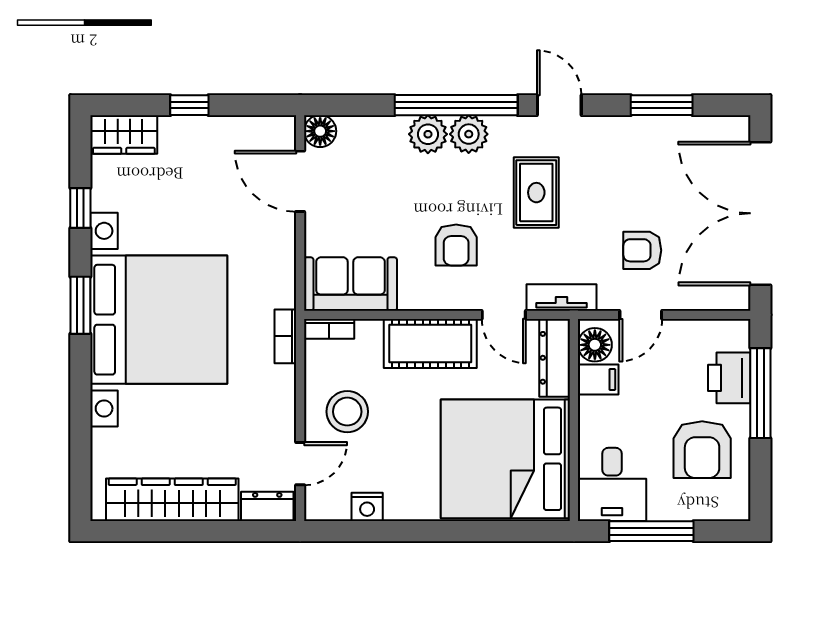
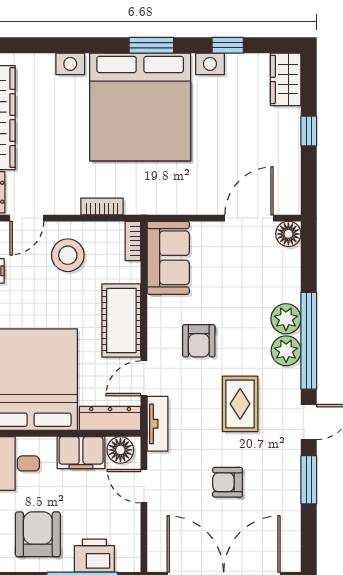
window: (662, 105) -> (309, 480), moved
rug: (536, 193) -> (240, 404), turned 90
armchair: (456, 245) -> (199, 341), turned -90
armchair: (642, 250) -> (228, 482), moved, turned -90
bookcase: (285, 336) -> (102, 207), moved
filing cabinet: (598, 380) -> (81, 453), width x2.00
armchair: (702, 450) -> (38, 534), turned 90
door: (300, 464) -> (27, 218), hinge flipped

